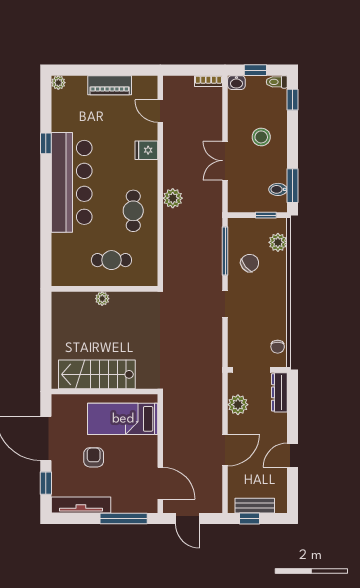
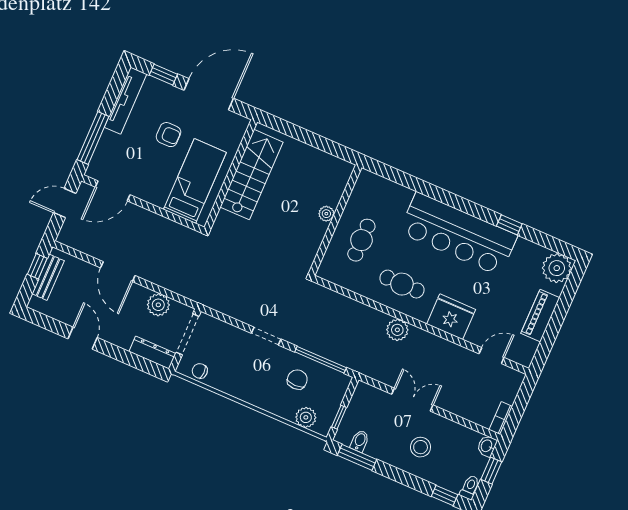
plant: (58, 83) -> (557, 268), width x1.87, depth x1.87
fridge: (146, 150) -> (451, 317), width x1.88, depth x1.34
chair: (250, 263) -> (297, 380), turned -141

